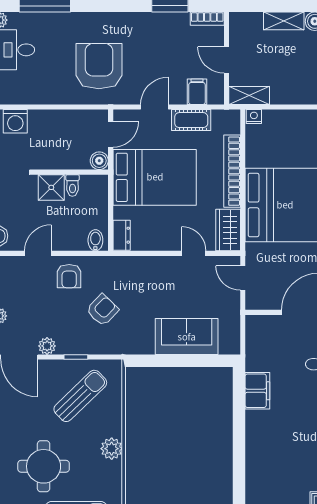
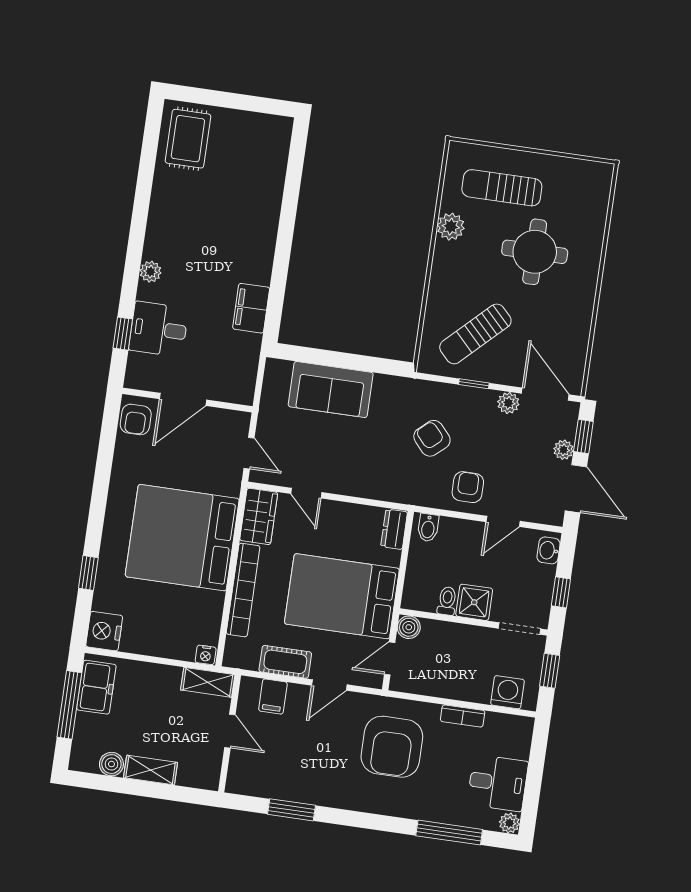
bookcase: (207, 19) -> (463, 716), moved, turned 180
armchair: (102, 310) -> (432, 438), turned 94
plant: (112, 449) -> (451, 227), moved

